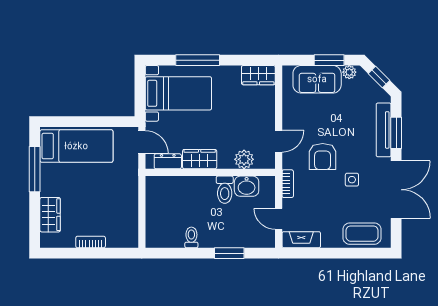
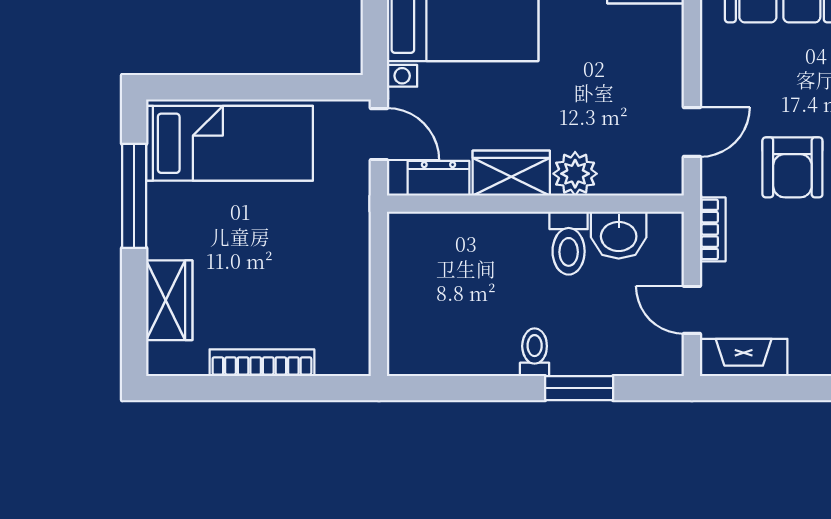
plant: (244, 159) -> (575, 174), moved
toilet: (191, 237) -> (535, 352), moved
bookcase: (91, 242) -> (262, 363), width x1.56

